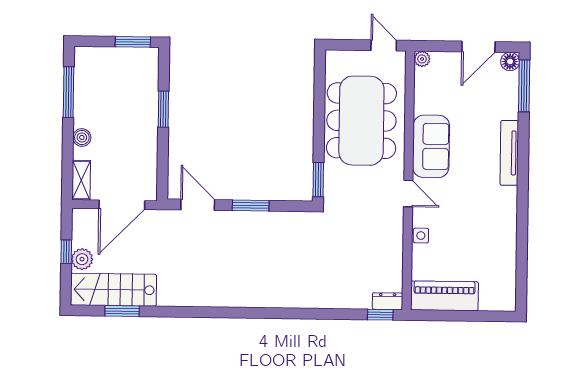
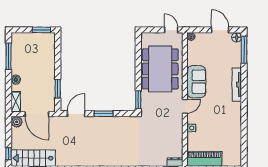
door: (478, 47) -> (220, 30), swing flipped
window: (163, 109) -> (58, 89), moved
door: (408, 194) -> (185, 106), hinge flipped
door: (122, 205) -> (37, 114), hinge flipped
door: (198, 205) -> (76, 114), hinge flipped
window: (66, 252) -> (8, 154), moved
plant: (82, 259) -> (17, 122), moved

